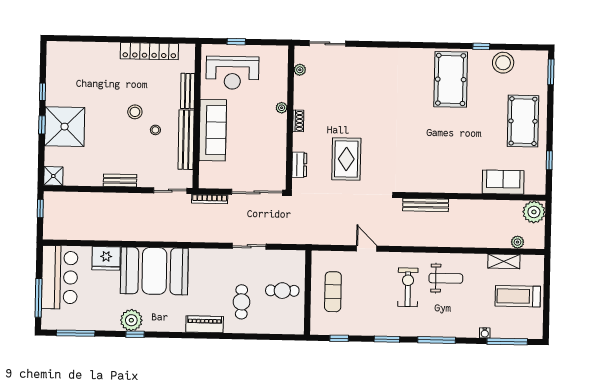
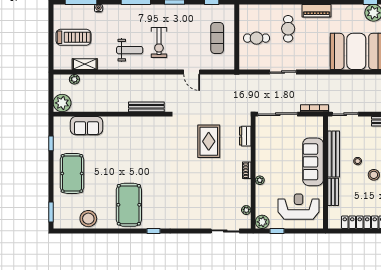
window: (236, 42) -> (277, 231), moved
window: (481, 46) -> (154, 231), moved
plant: (280, 54) -> (262, 222), added
weight bench: (446, 278) -> (130, 50), turned 180

